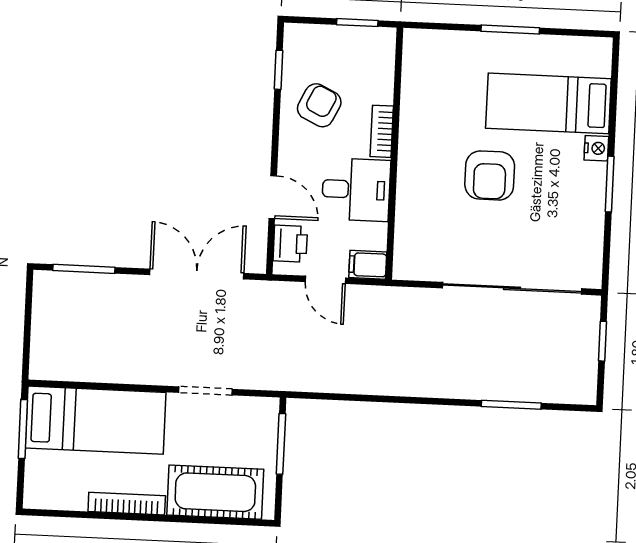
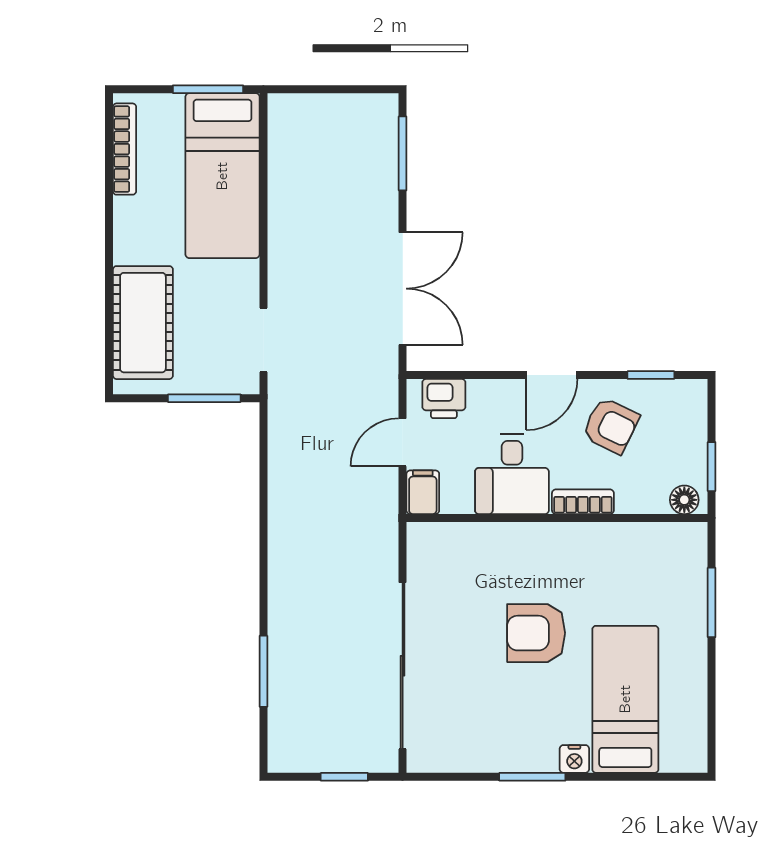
window: (510, 30) -> (712, 602), moved
floor lamp: (384, 47) -> (684, 500), added
door: (273, 197) -> (552, 375), moved
doorway: (206, 391) -> (263, 340), moved
bookcase: (127, 504) -> (125, 149), moved

